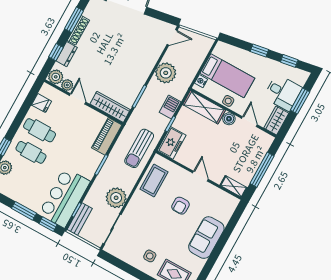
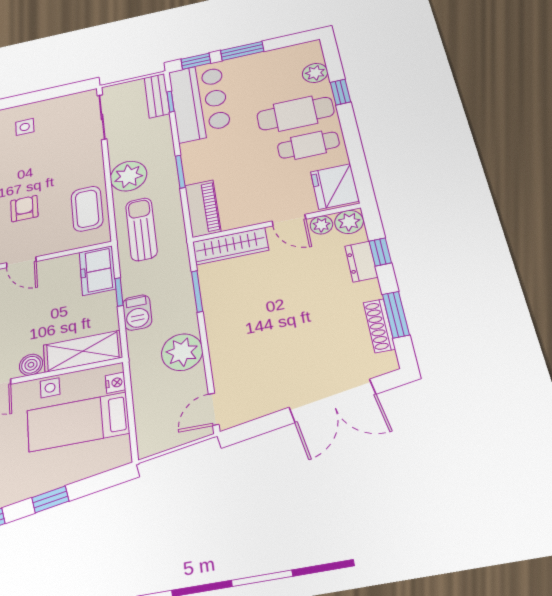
shoe rack: (78, 30) -> (379, 326), moved
fridge: (42, 103) -> (335, 186), width x1.88, depth x1.34
cafe table: (31, 152) -> (295, 114), width x1.37, depth x1.35
plant: (116, 198) -> (128, 176), moved

